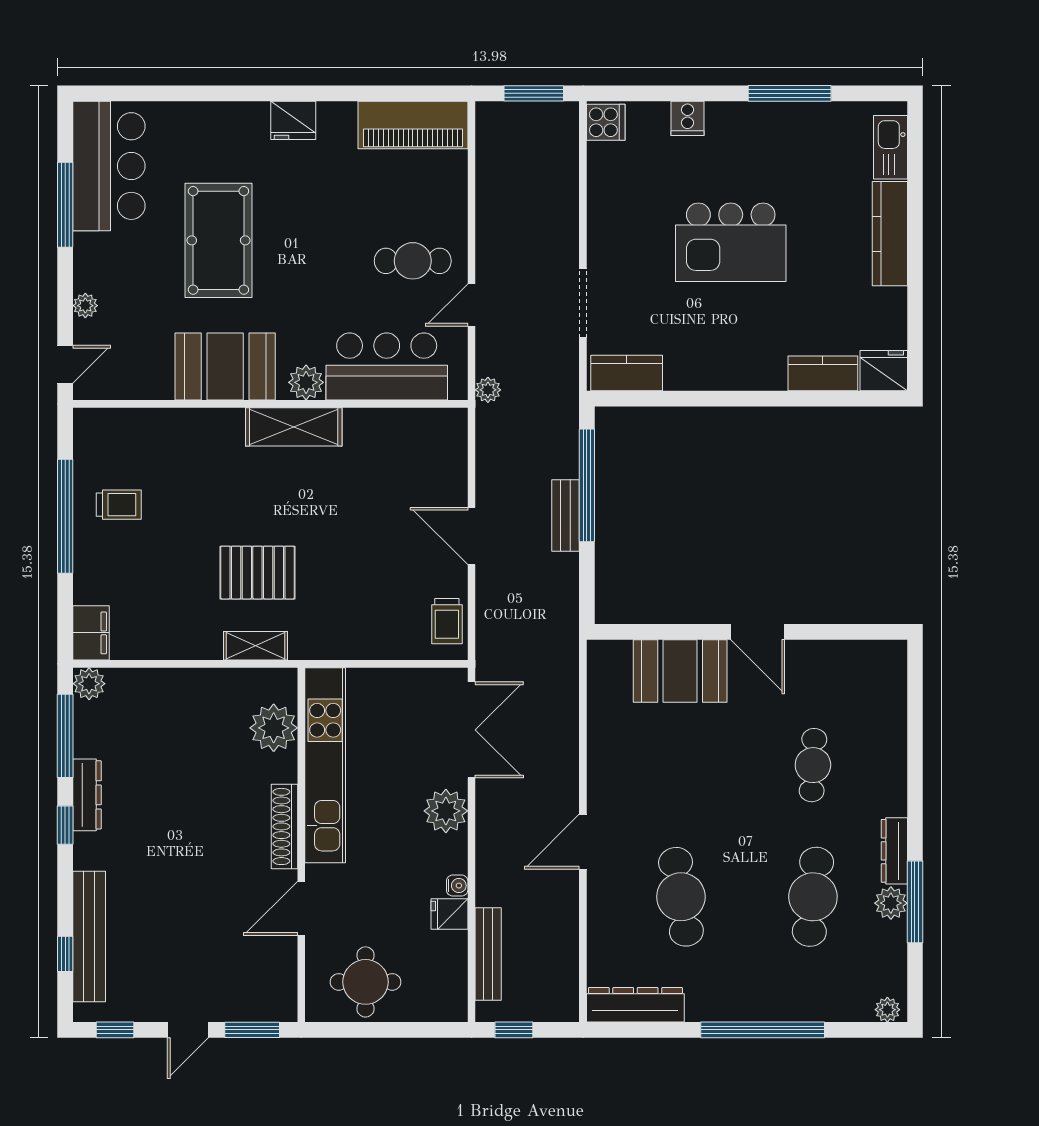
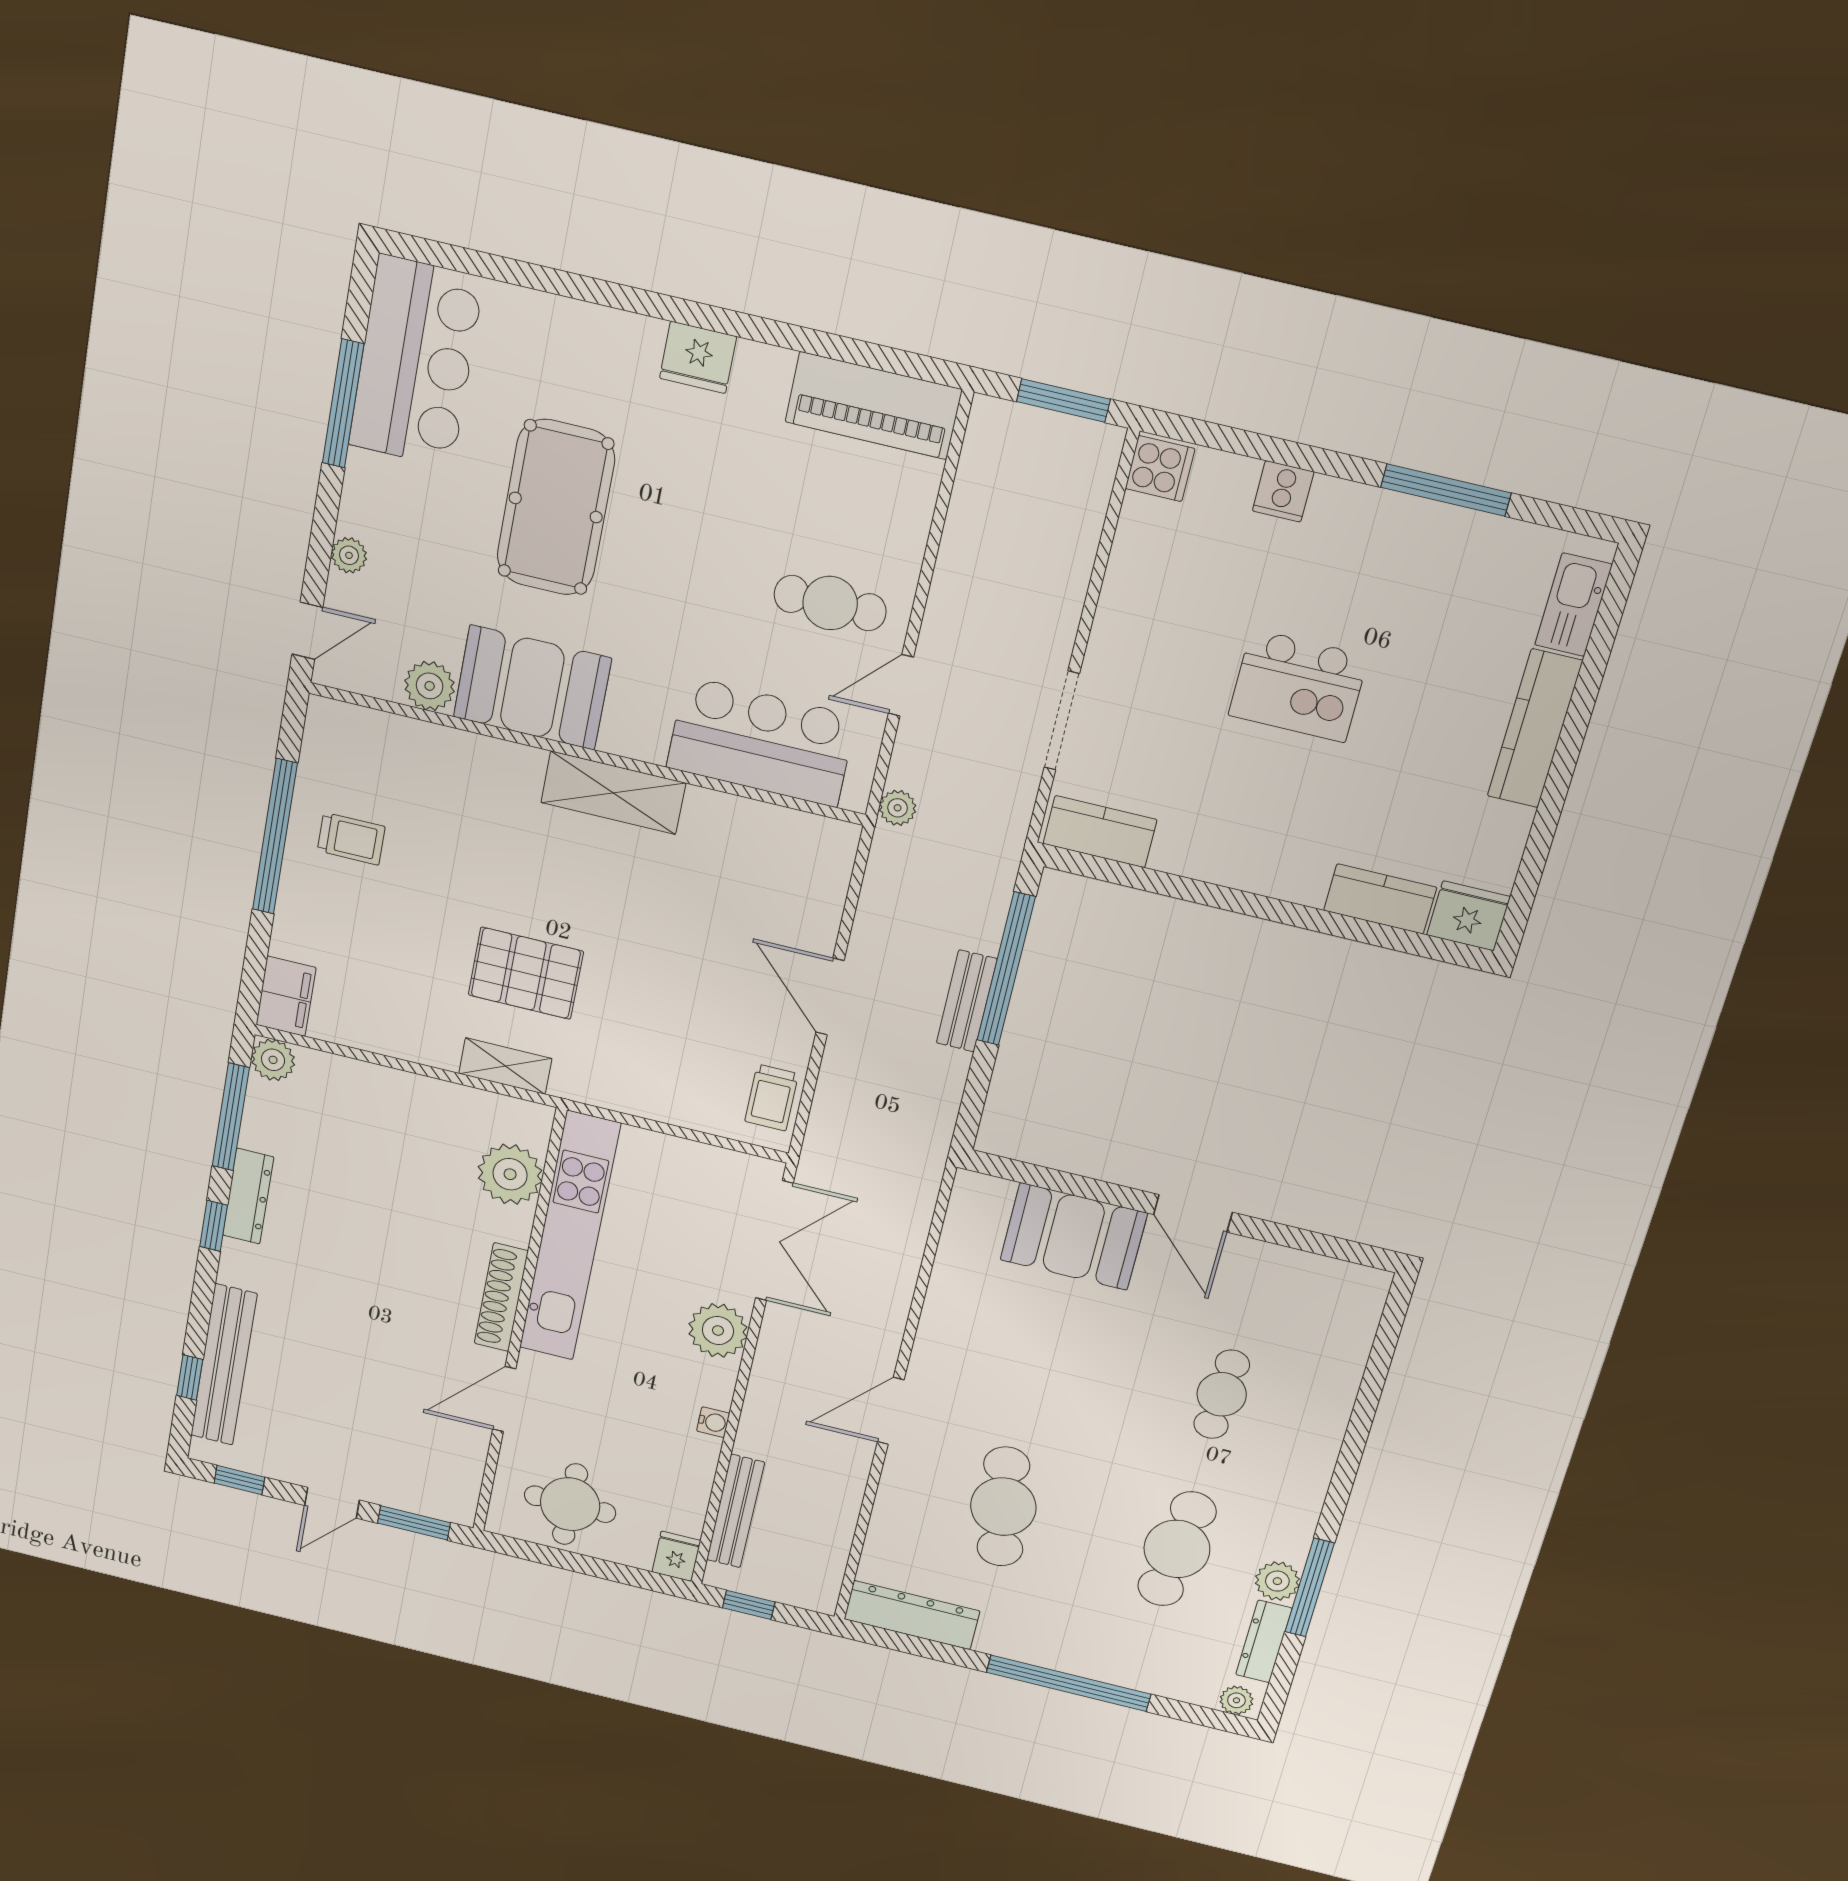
kitchen island: (731, 242) -> (1298, 686), width x0.73, depth x0.78
plant: (306, 382) -> (430, 686), moved
dresser: (894, 851) -> (1264, 1641), moved
fridge: (449, 914) -> (676, 1556), moved, turned 90

